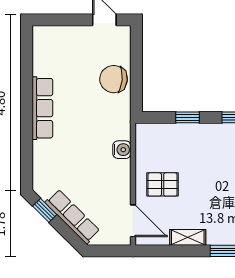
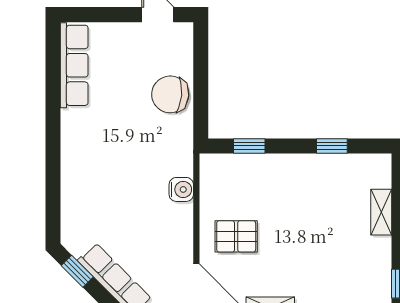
row of seats: (42, 108) -> (74, 65), moved
window: (188, 117) -> (249, 146), moved

